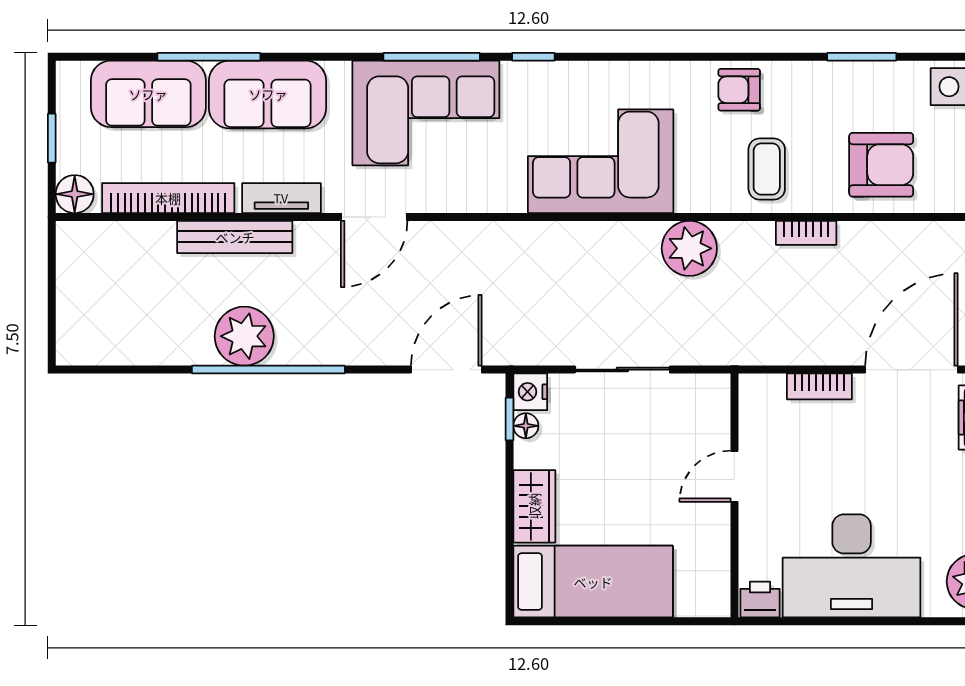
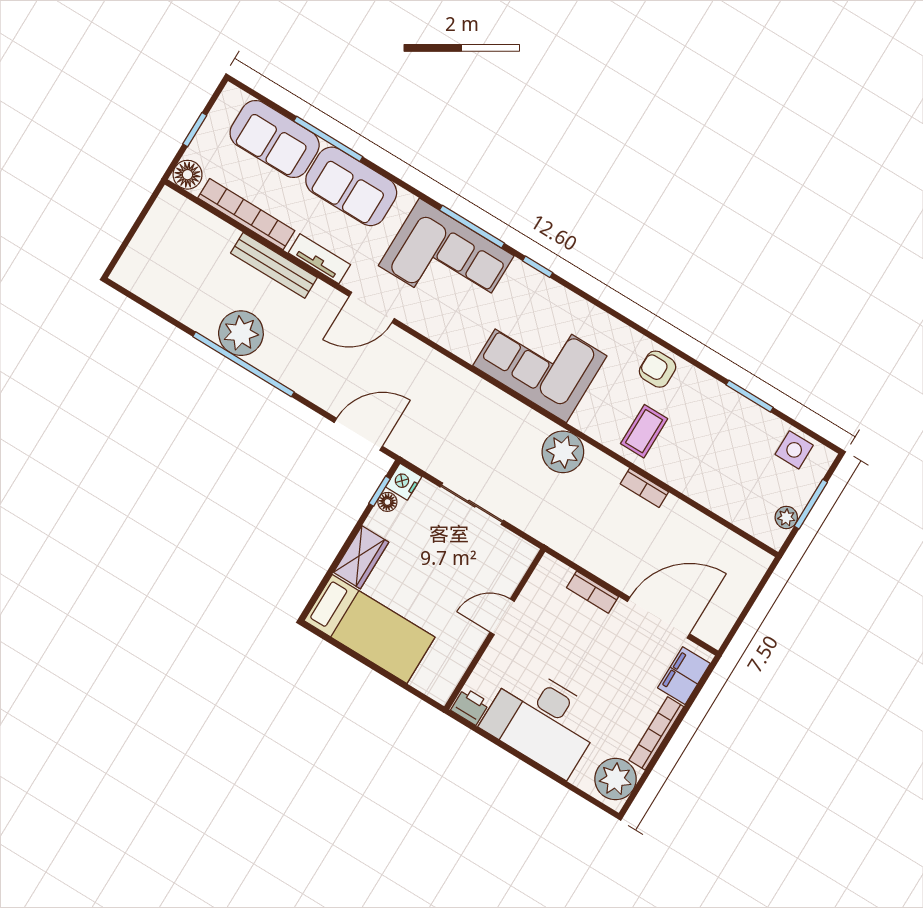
armchair: (881, 165) -> (720, 474), removed

